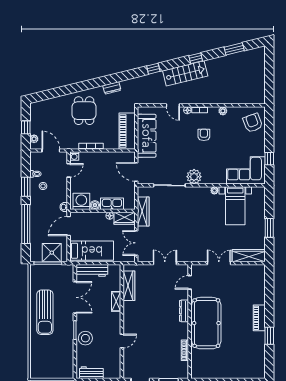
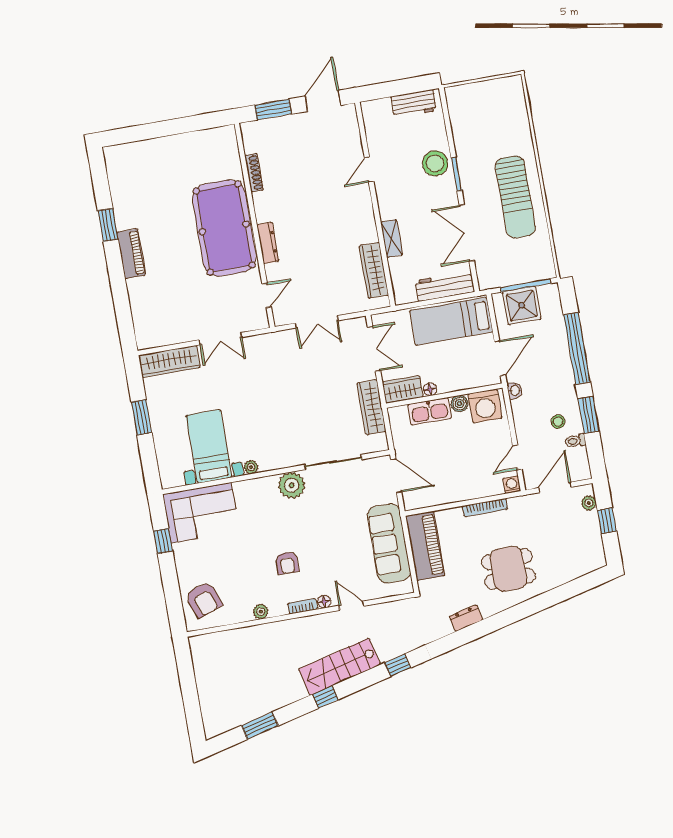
dining table: (84, 111) -> (508, 569), turned 90
door: (51, 150) -> (555, 487), swing flipped
sun lounger: (45, 312) -> (515, 197), turned 180

